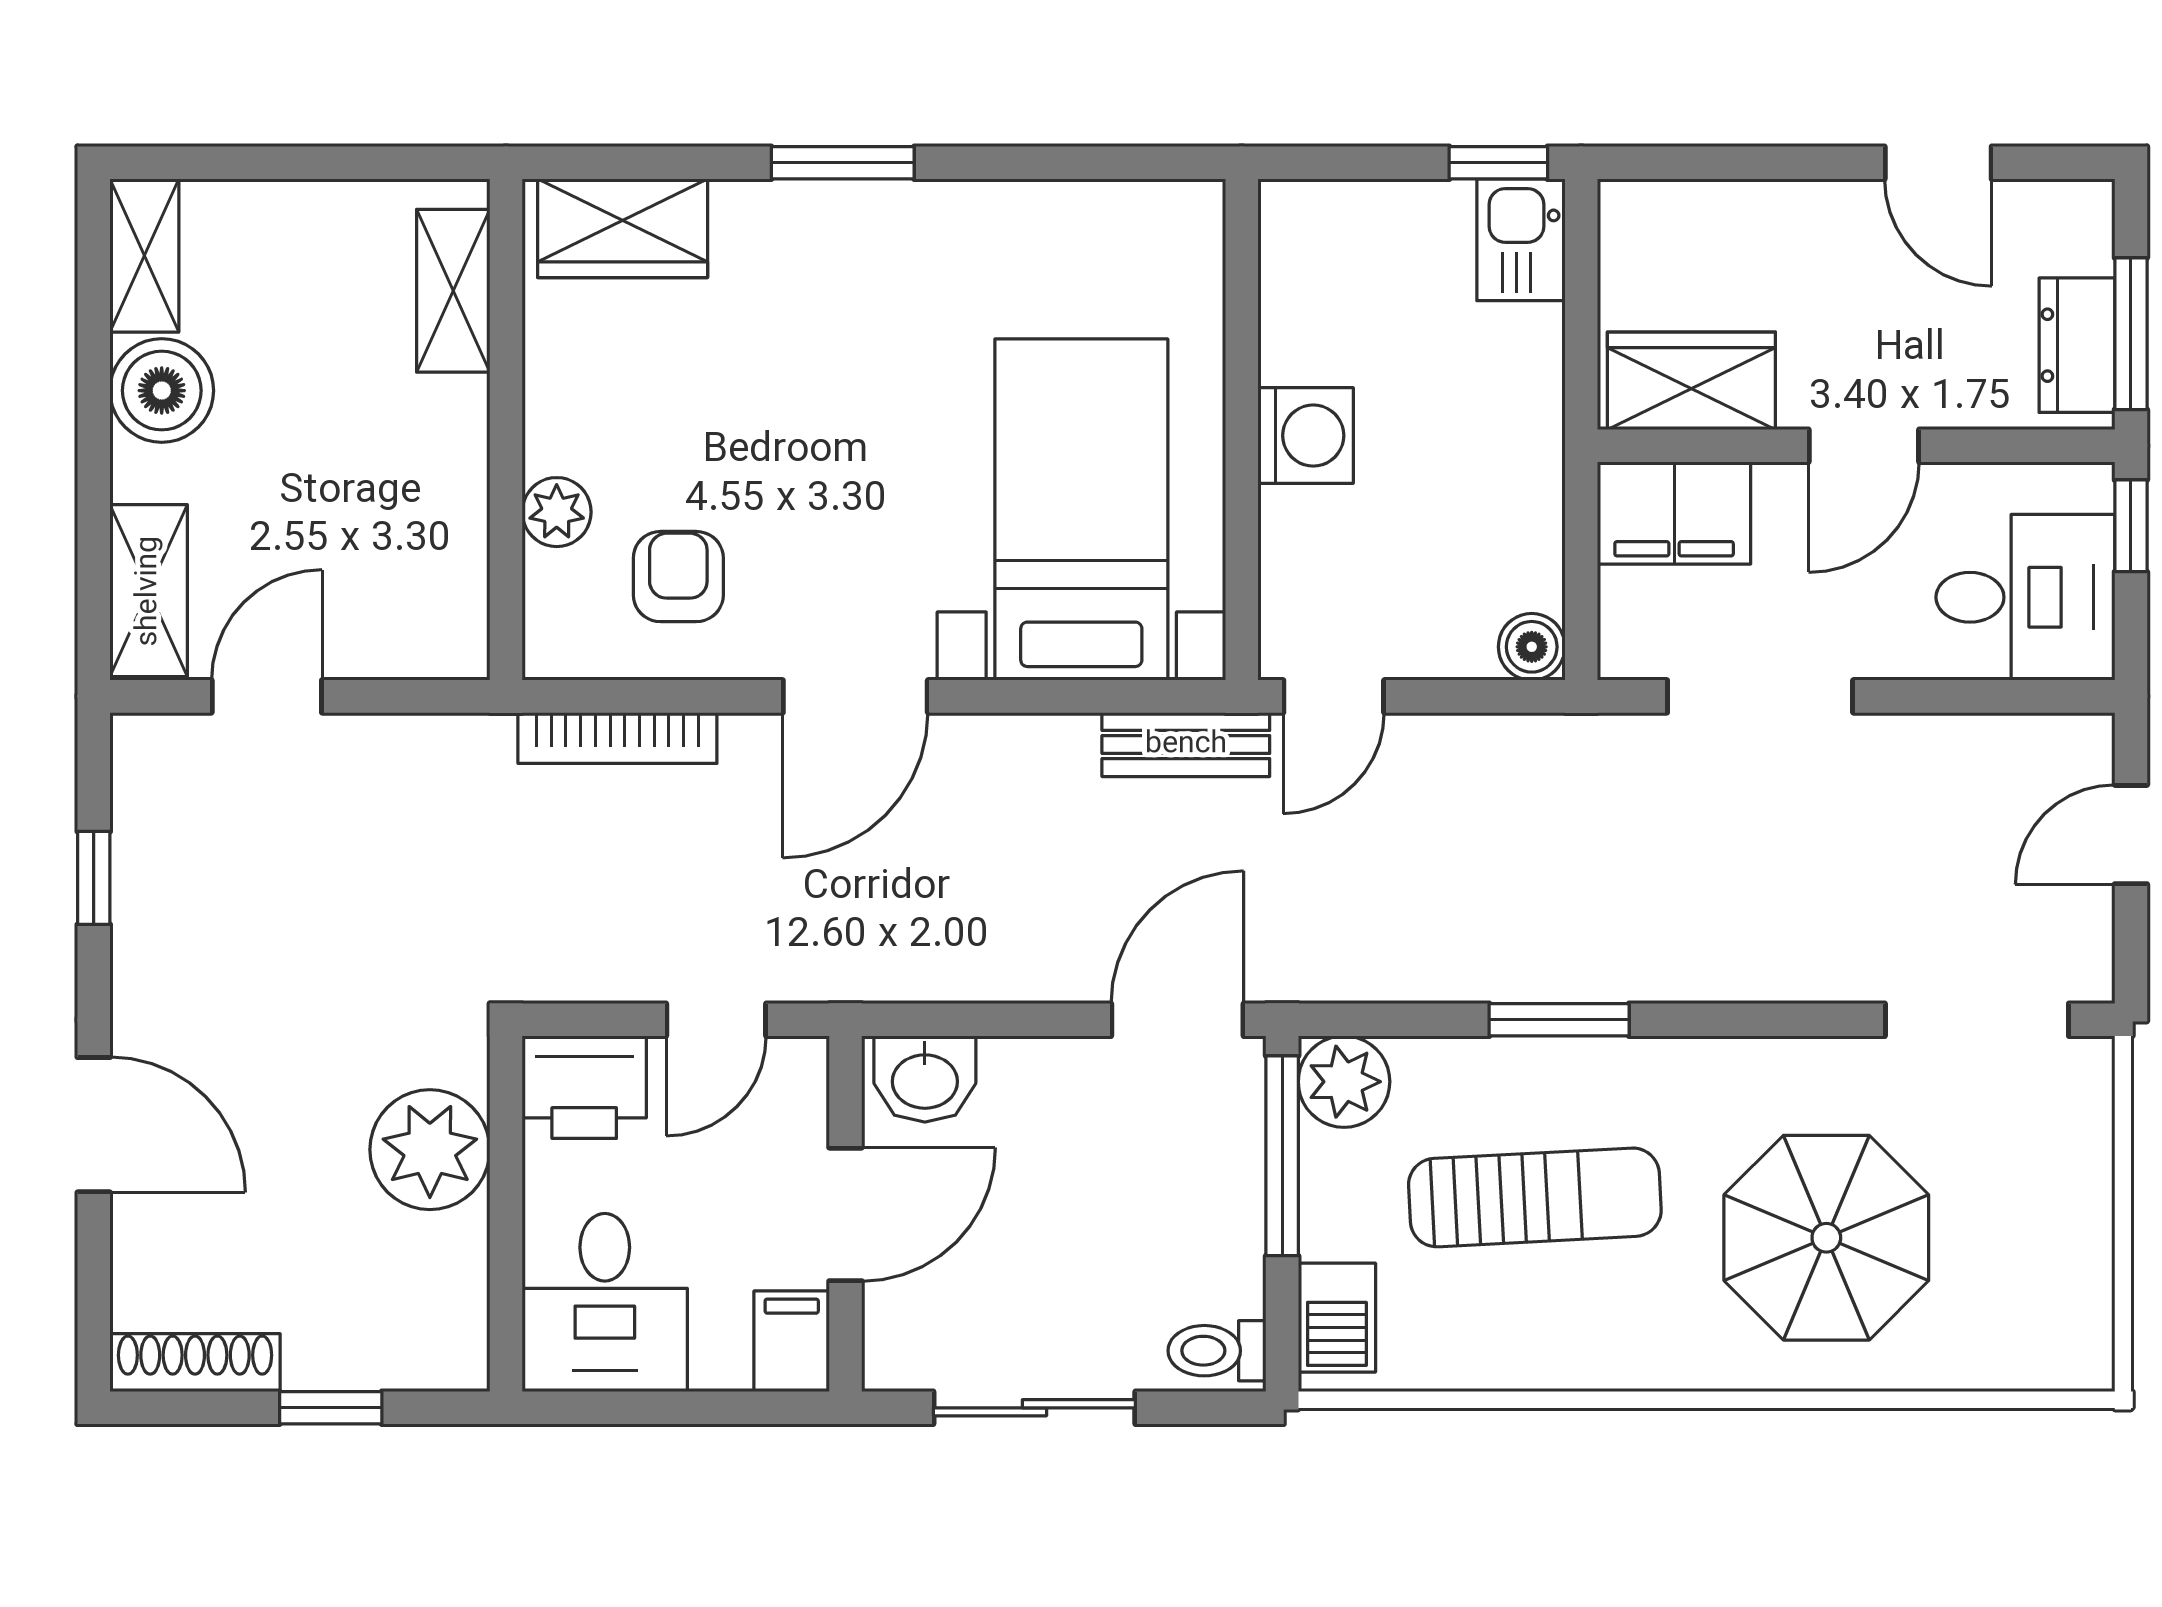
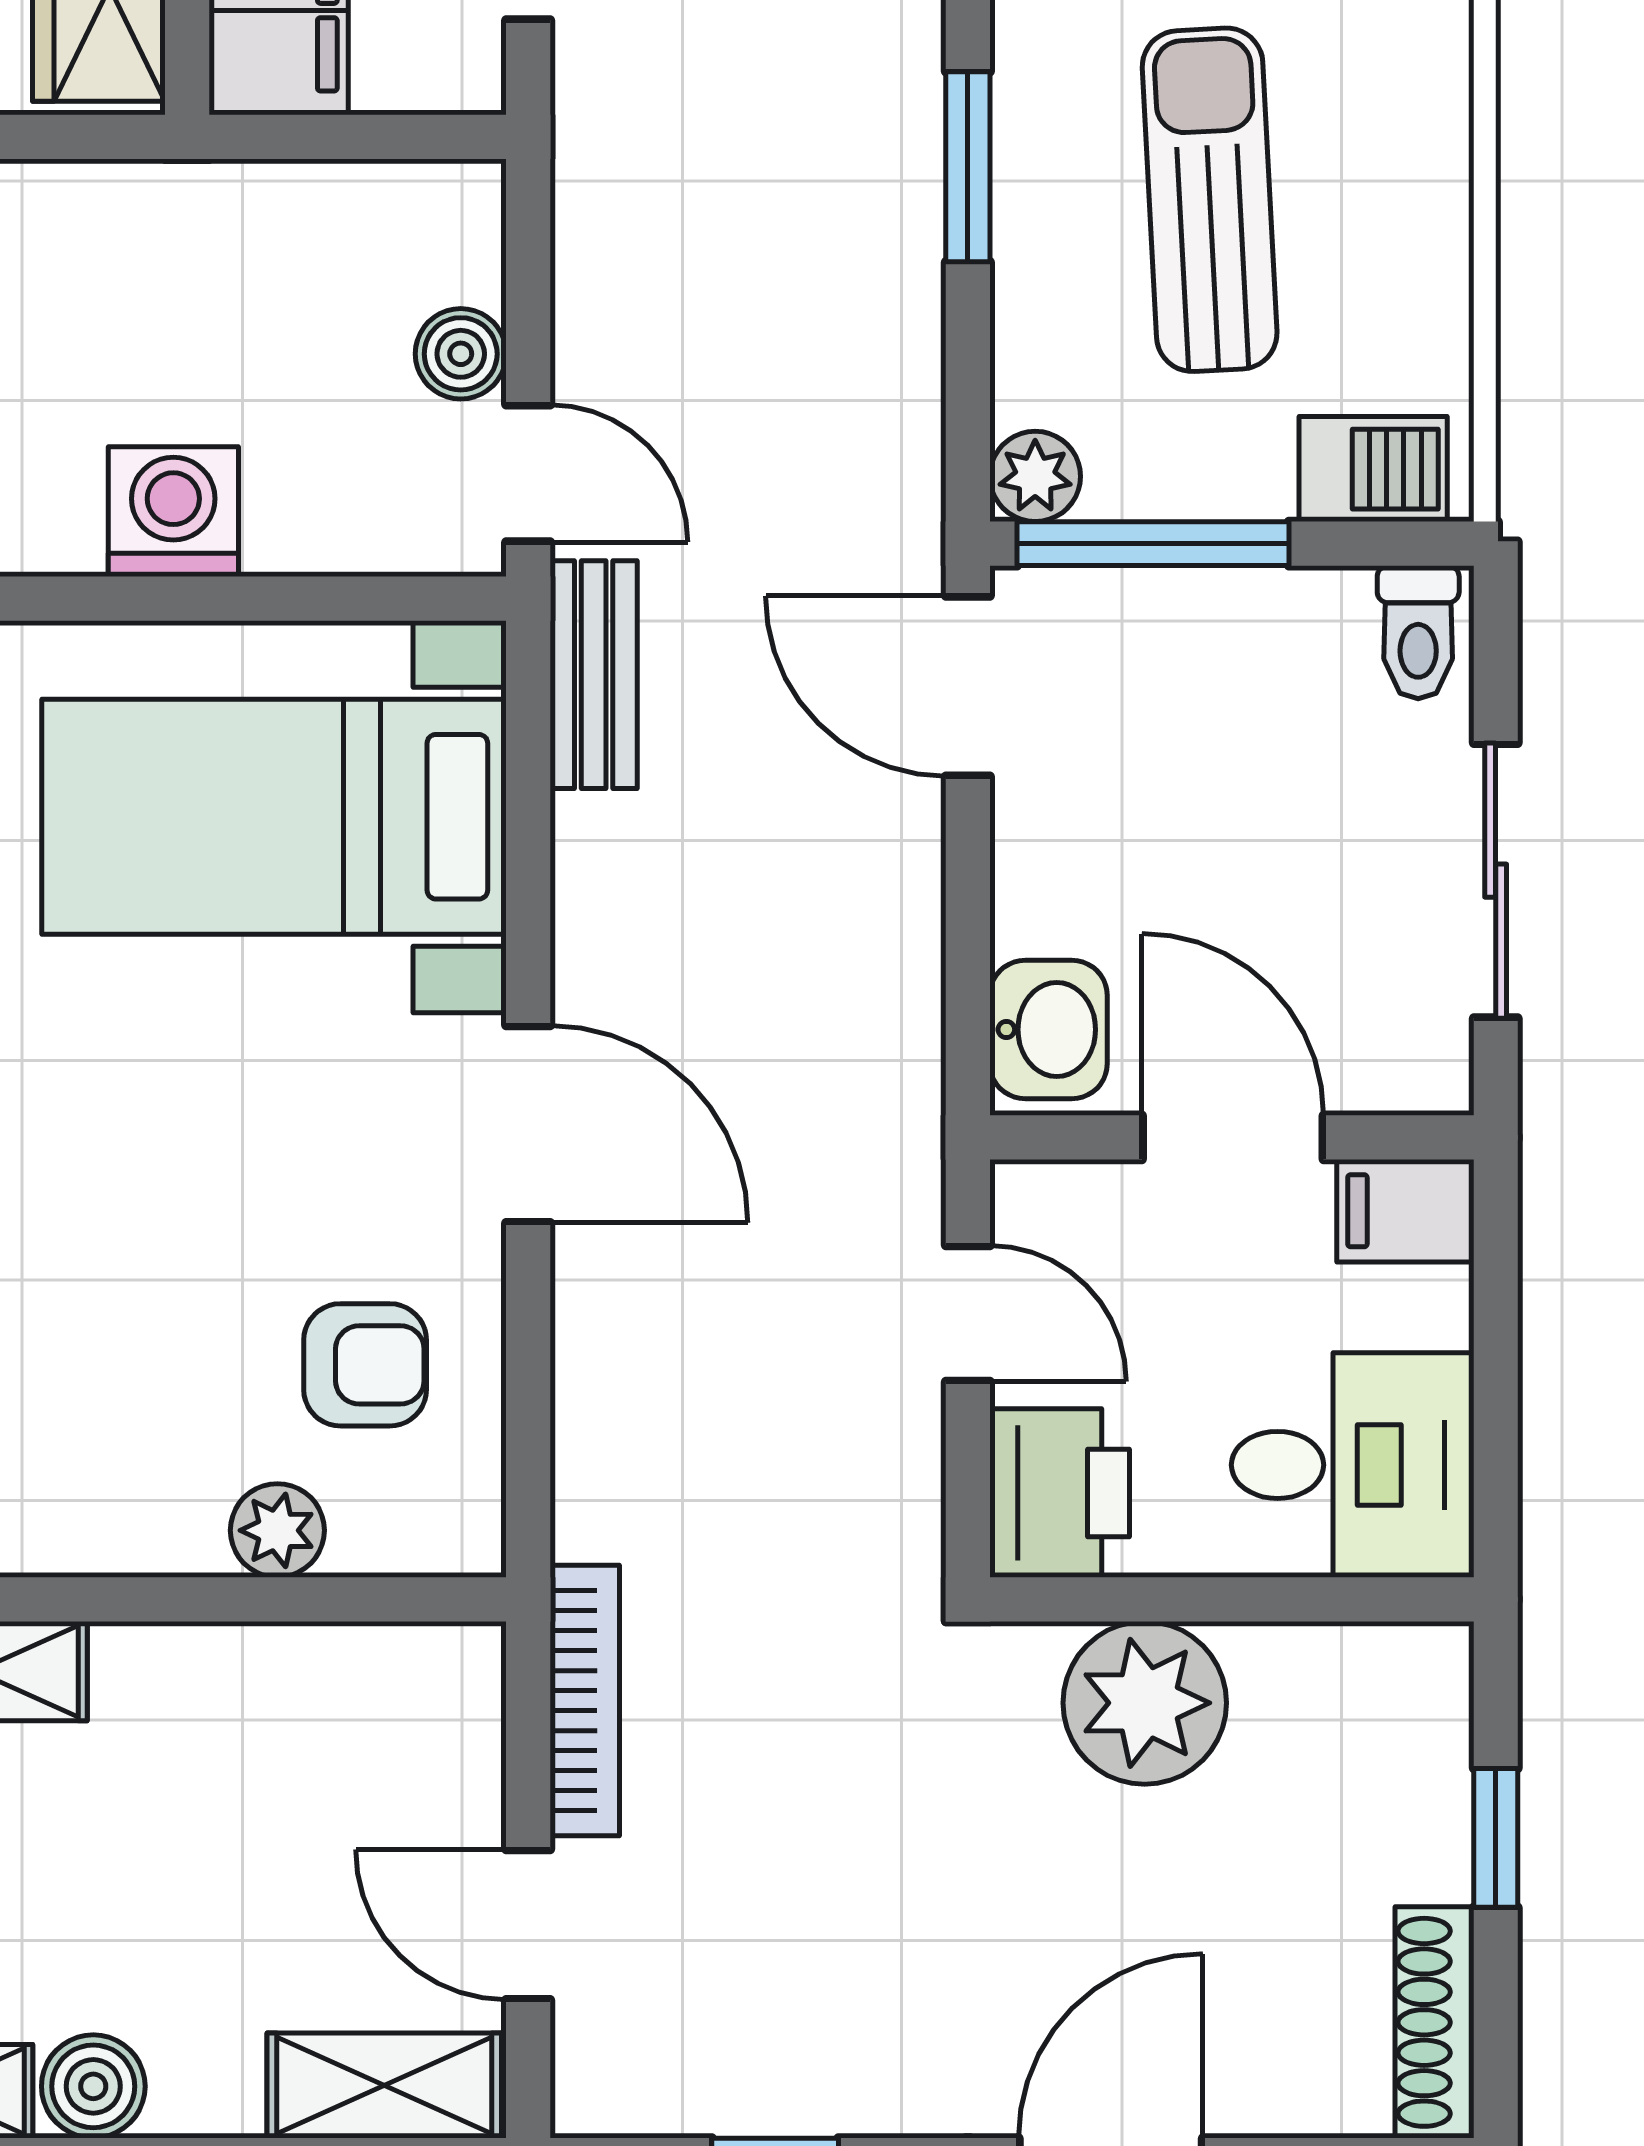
boiler: (162, 391) -> (93, 2086), width x0.73, depth x0.73
armchair: (678, 577) -> (365, 1365), turned 180
boiler: (1532, 647) -> (461, 354), moved
bookcase: (617, 738) -> (585, 1701), moved
plant: (1344, 1082) -> (1035, 476), width x0.73, depth x0.73

